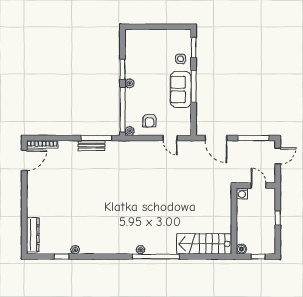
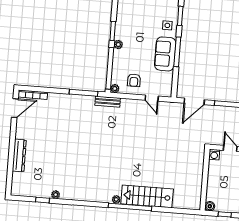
door: (216, 138) -> (194, 101), hinge flipped
bench: (91, 146) -> (108, 102), moved
dresser: (33, 235) -> (19, 155), moved
stairs: (204, 244) -> (147, 196), moved

